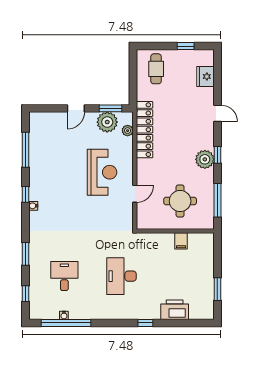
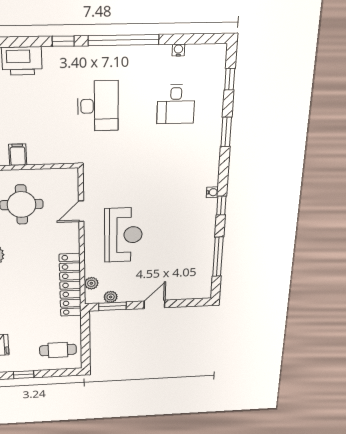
cafe table: (156, 69) -> (58, 350), turned 90
plant: (107, 122) -> (111, 297), width x0.53, depth x0.53
reception desk: (102, 172) -> (123, 235), turned 180
window: (66, 323) -> (124, 40), moved

